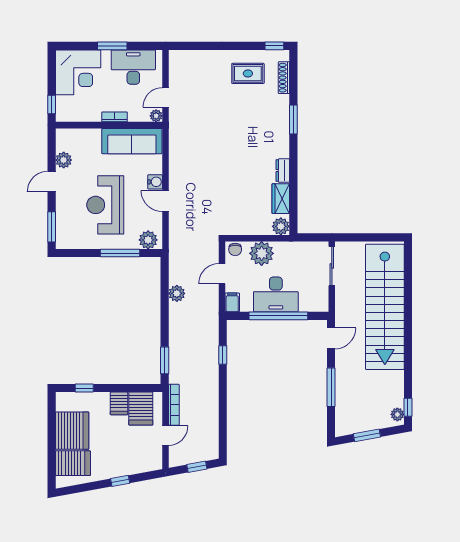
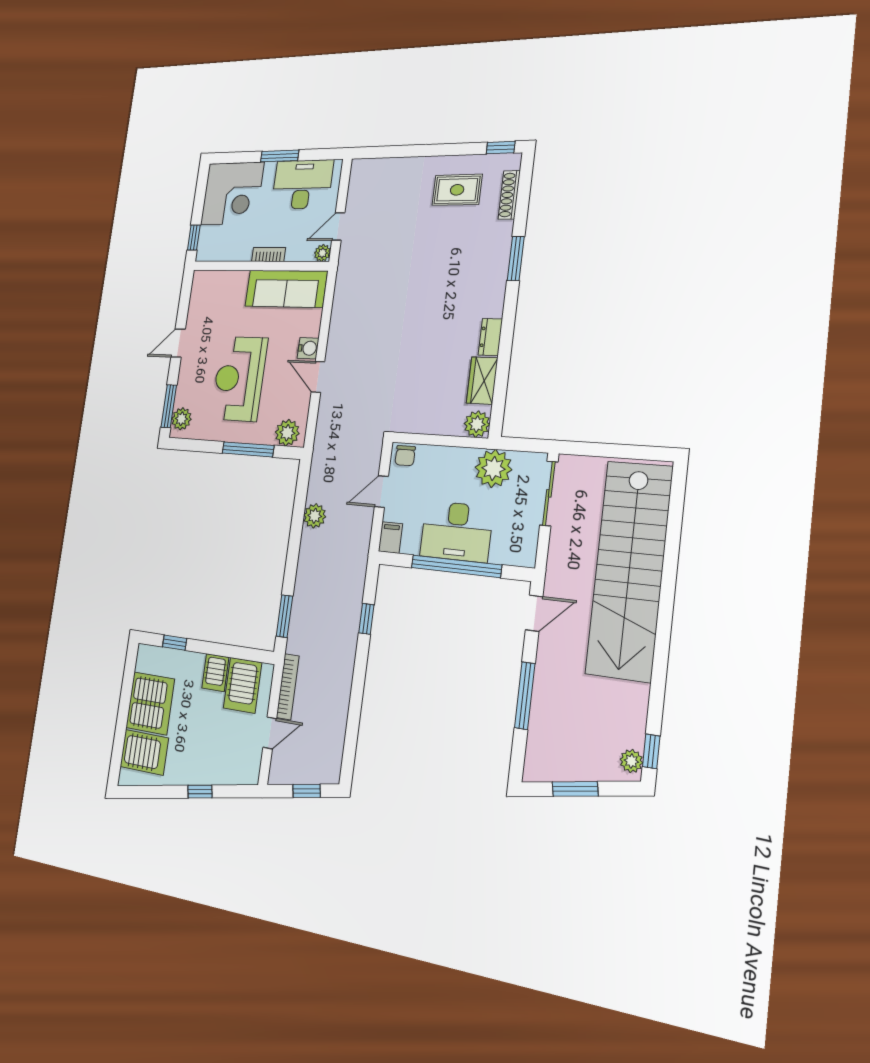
plant: (64, 160) -> (181, 419), moved
plant: (262, 253) -> (493, 468), moved

